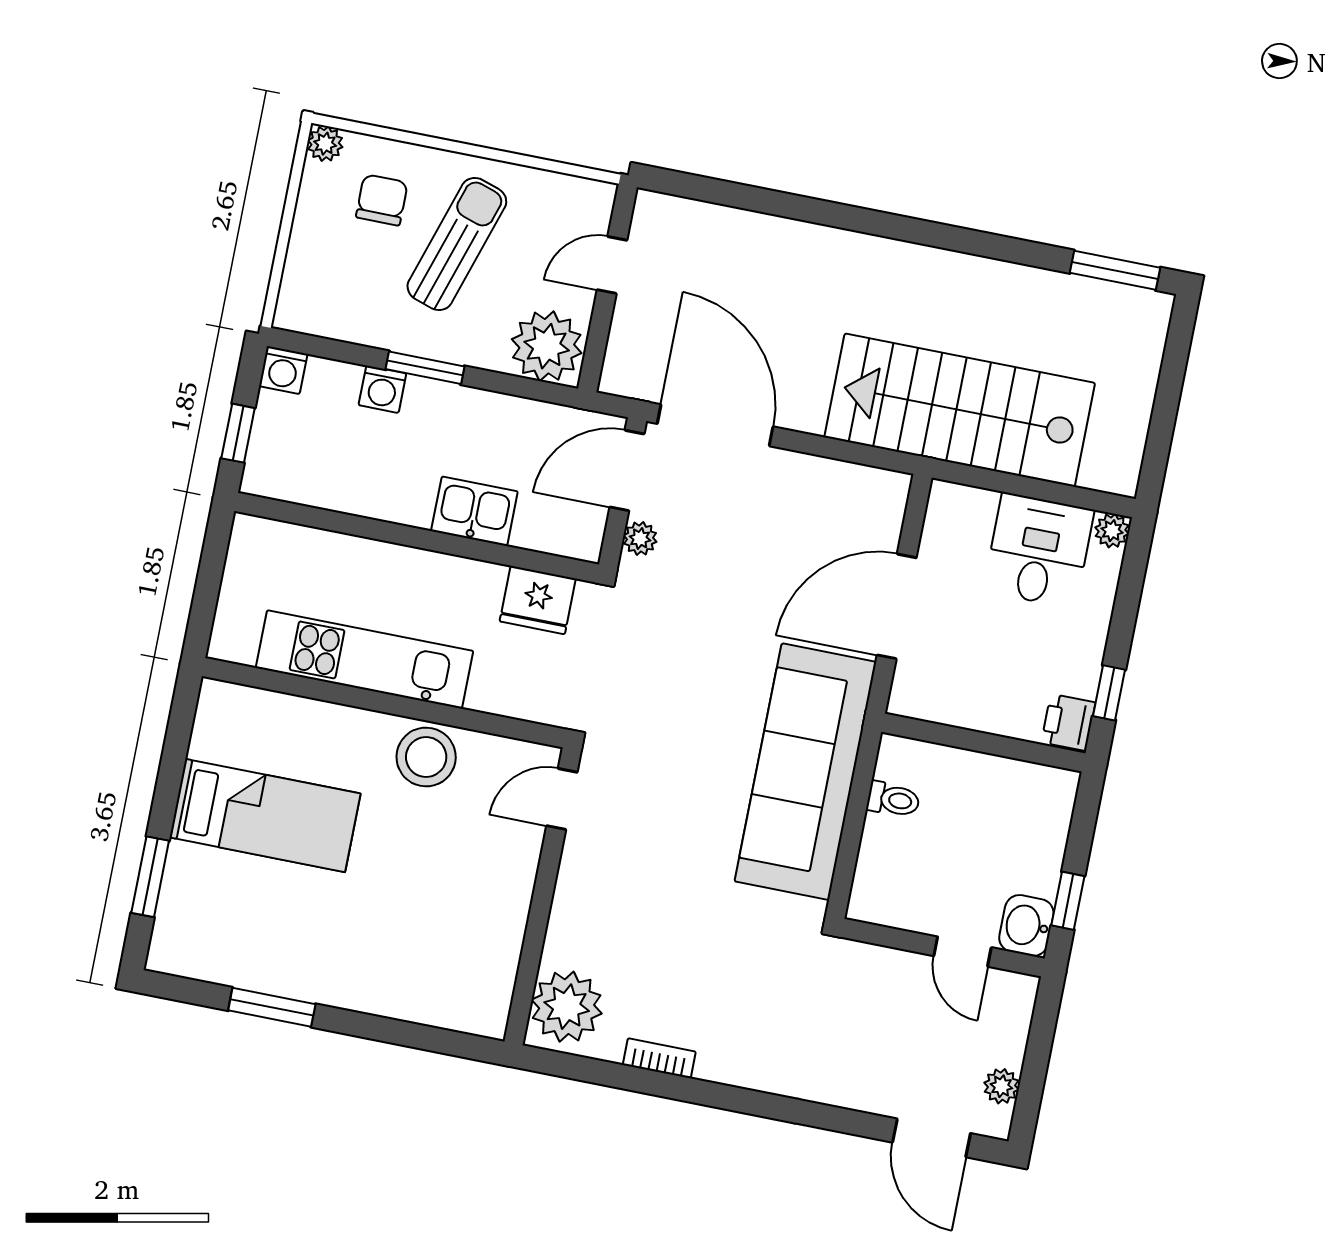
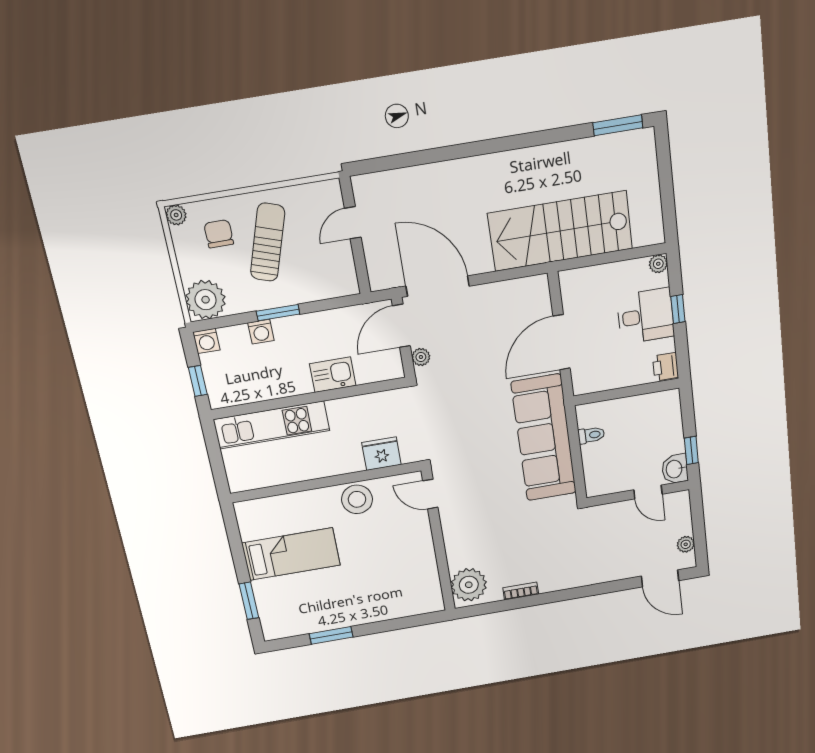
plant: (547, 346) -> (206, 300), moved
desk: (1039, 550) -> (646, 316), moved, turned 90
fridge: (538, 600) -> (381, 454), moved, turned 180
kitchen unit: (364, 659) -> (272, 425), moved, turned 180
window: (1109, 693) -> (678, 309), moved
door: (562, 799) -> (430, 494), hinge flipped

